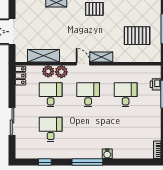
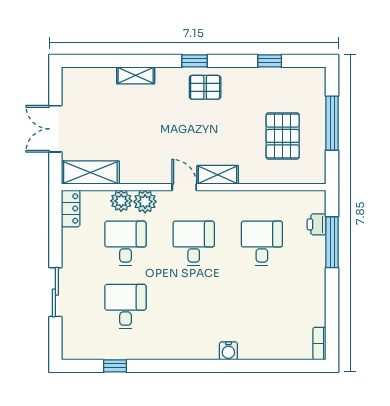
pallet: (137, 36) -> (283, 136), turned 90
shelving: (43, 56) -> (90, 172), moved
window: (87, 162) -> (192, 366), removed

